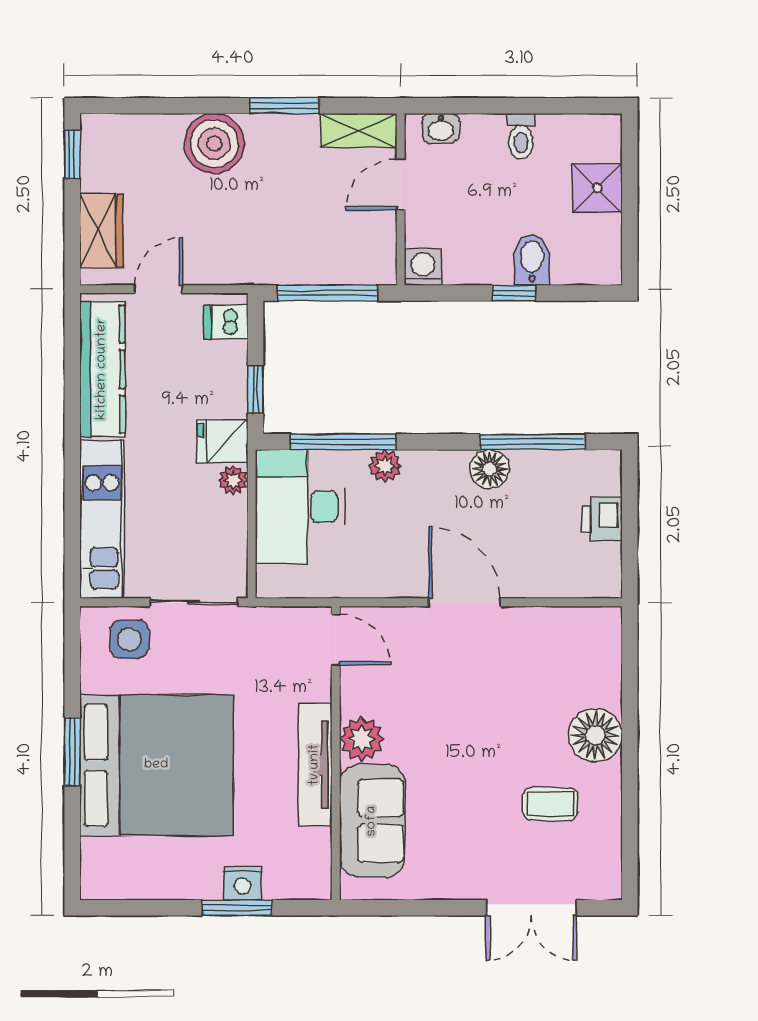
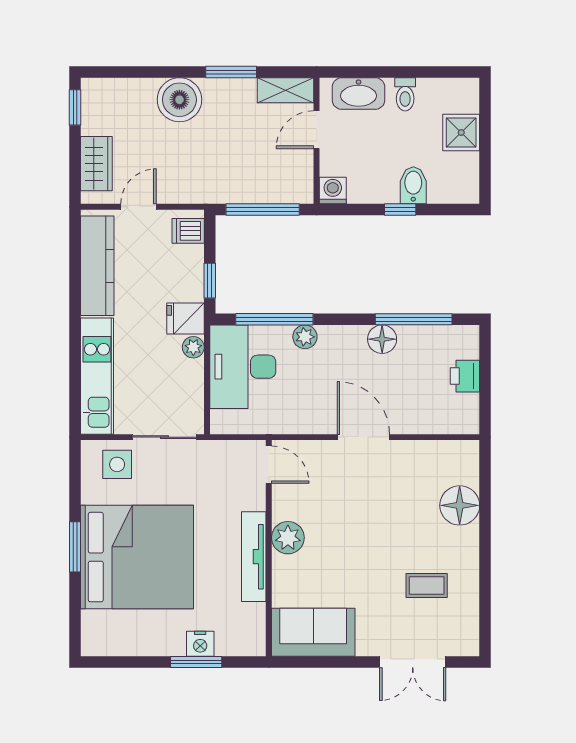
washbasin: (441, 128) -> (359, 94), width x1.91, depth x1.45
floor lamp: (595, 735) -> (460, 505), moved
sofa: (372, 821) -> (313, 632), moved, turned -90

